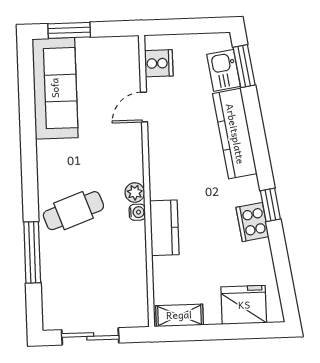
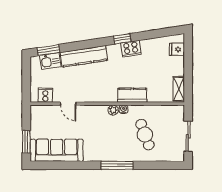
cafe table: (73, 211) -> (145, 135), moved
window: (32, 252) -> (117, 165), moved
fridge: (244, 305) -> (177, 49), width x0.53, depth x0.75

